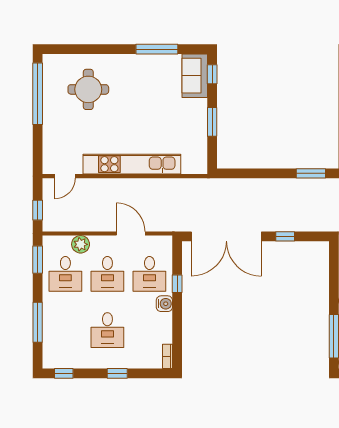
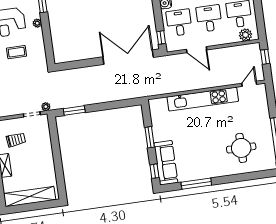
sofa: (195, 76) -> (166, 163), width x1.36
window: (285, 236) -> (86, 63), removed
plant: (81, 244) -> (245, 35), moved
window: (38, 260) -> (260, 22), removed
window: (177, 284) -> (161, 37), moved

